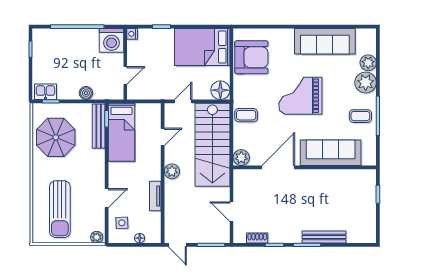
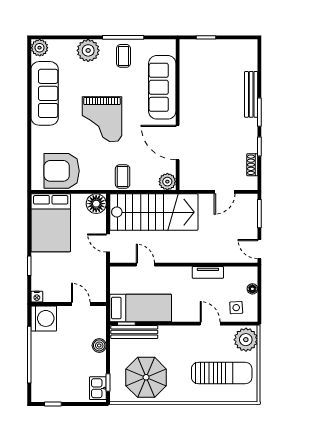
armchair: (251, 57) -> (62, 171), turned -90
plant: (368, 63) -> (40, 48), moved
plant: (172, 171) -> (182, 255), removed
plant: (97, 237) -> (246, 340), width x1.87, depth x1.87
door: (177, 245) -> (259, 249), swing flipped

